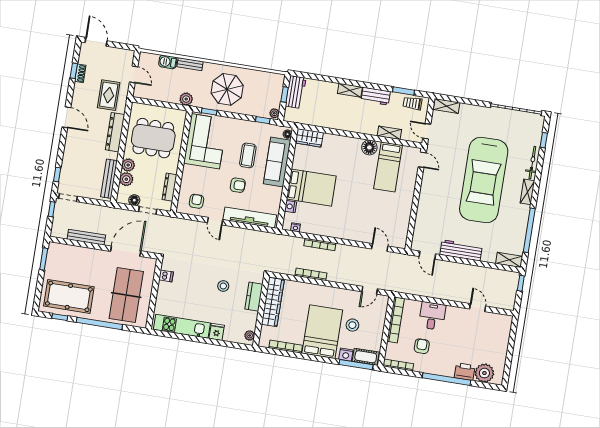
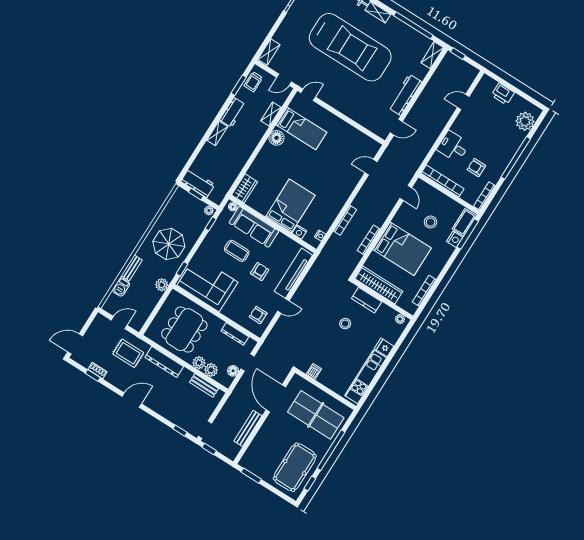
bench: (109, 179) -> (204, 385), width x0.73
bed: (322, 332) -> (402, 249), moved, turned 180
printer: (465, 372) -> (503, 94), moved, turned -90

